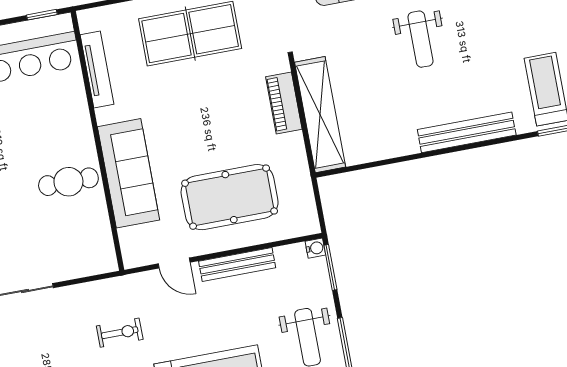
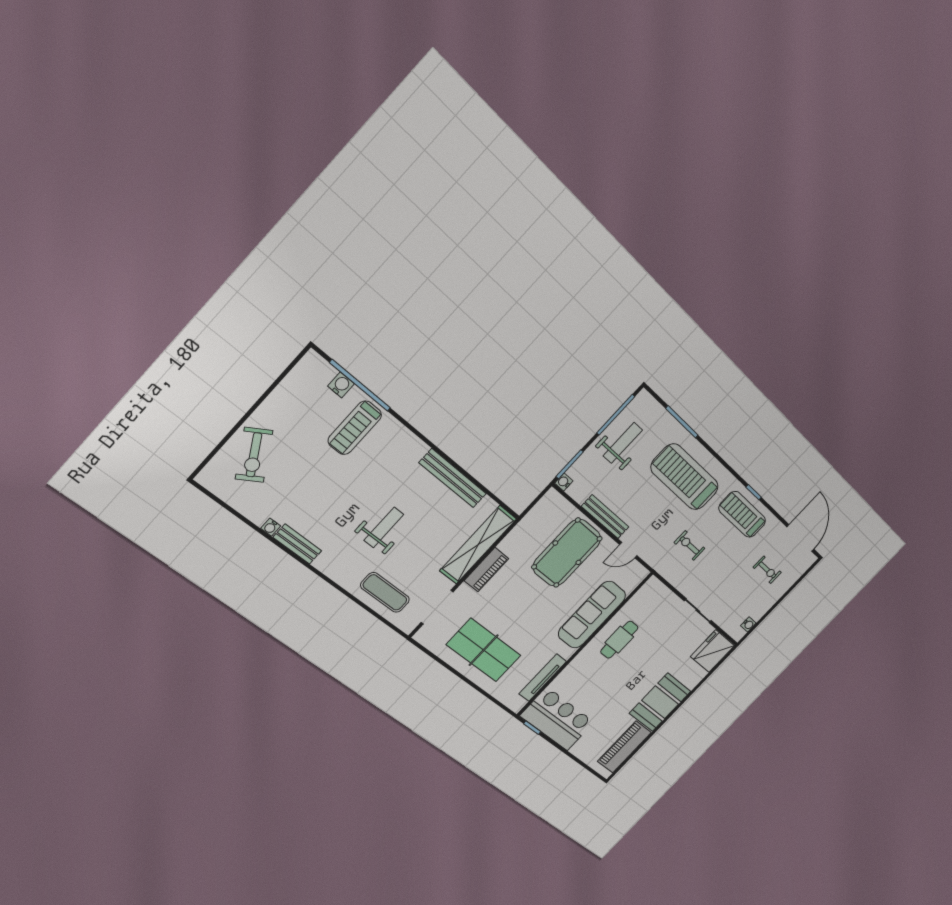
bench: (467, 132) -> (453, 478), moved
cafe table: (68, 182) -> (619, 640), turned 90
pool table: (230, 197) -> (567, 553), turned 90
door: (174, 263) -> (628, 550), swing flipped

